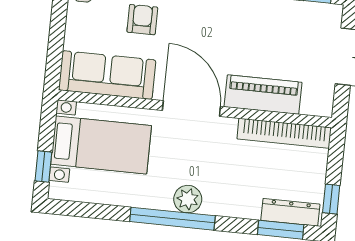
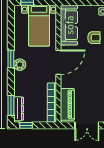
piano: (263, 95) -> (67, 104), moved
window: (172, 219) -> (11, 59), width x0.47

